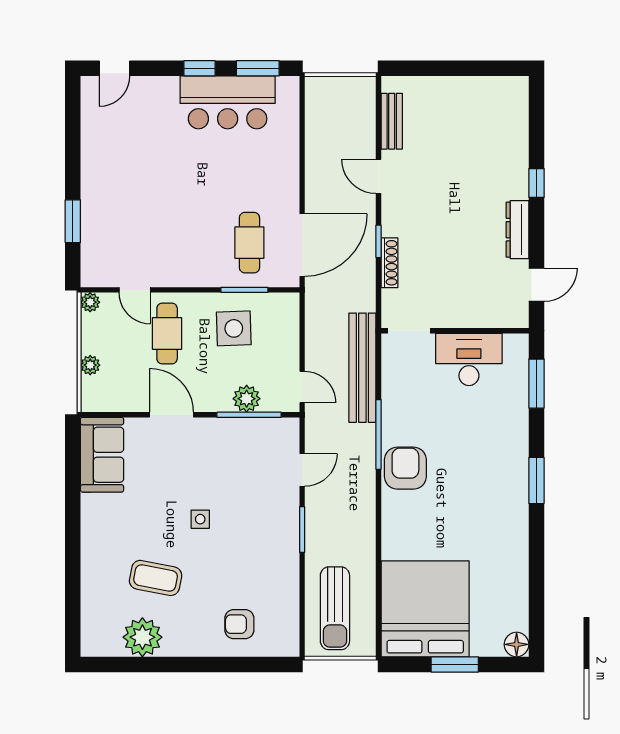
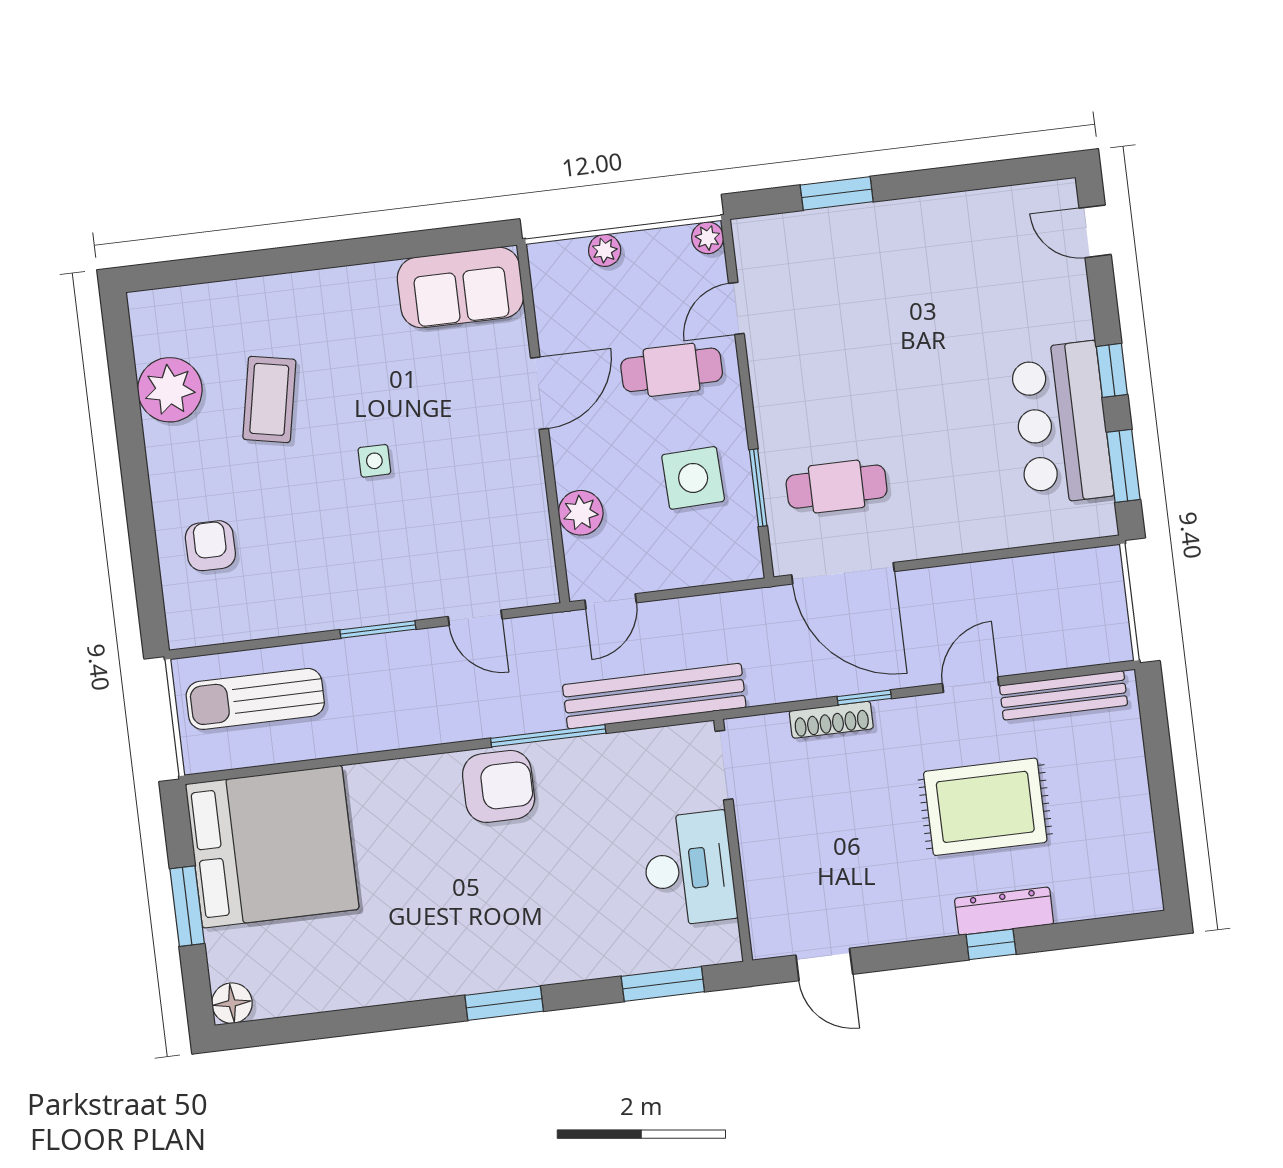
bench: (392, 121) -> (1063, 695), width x1.36
rug: (453, 176) -> (985, 807), added
dresser: (517, 230) -> (1004, 911), moved
window: (249, 415) -> (555, 520), removed

